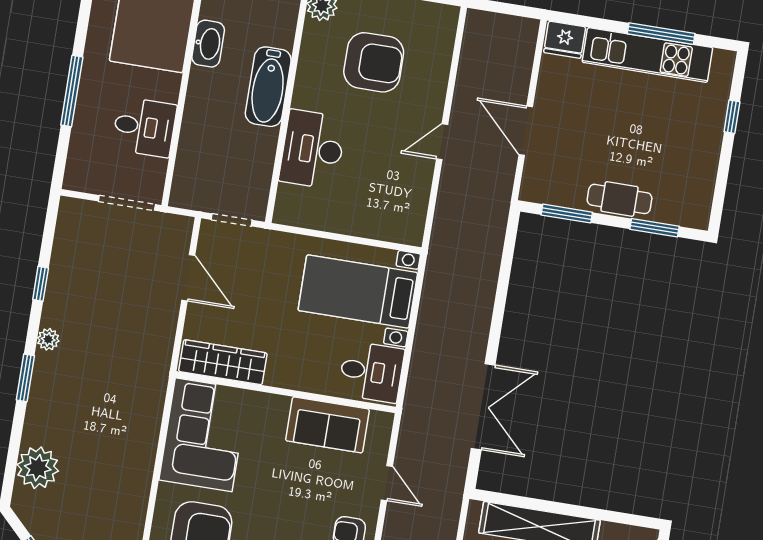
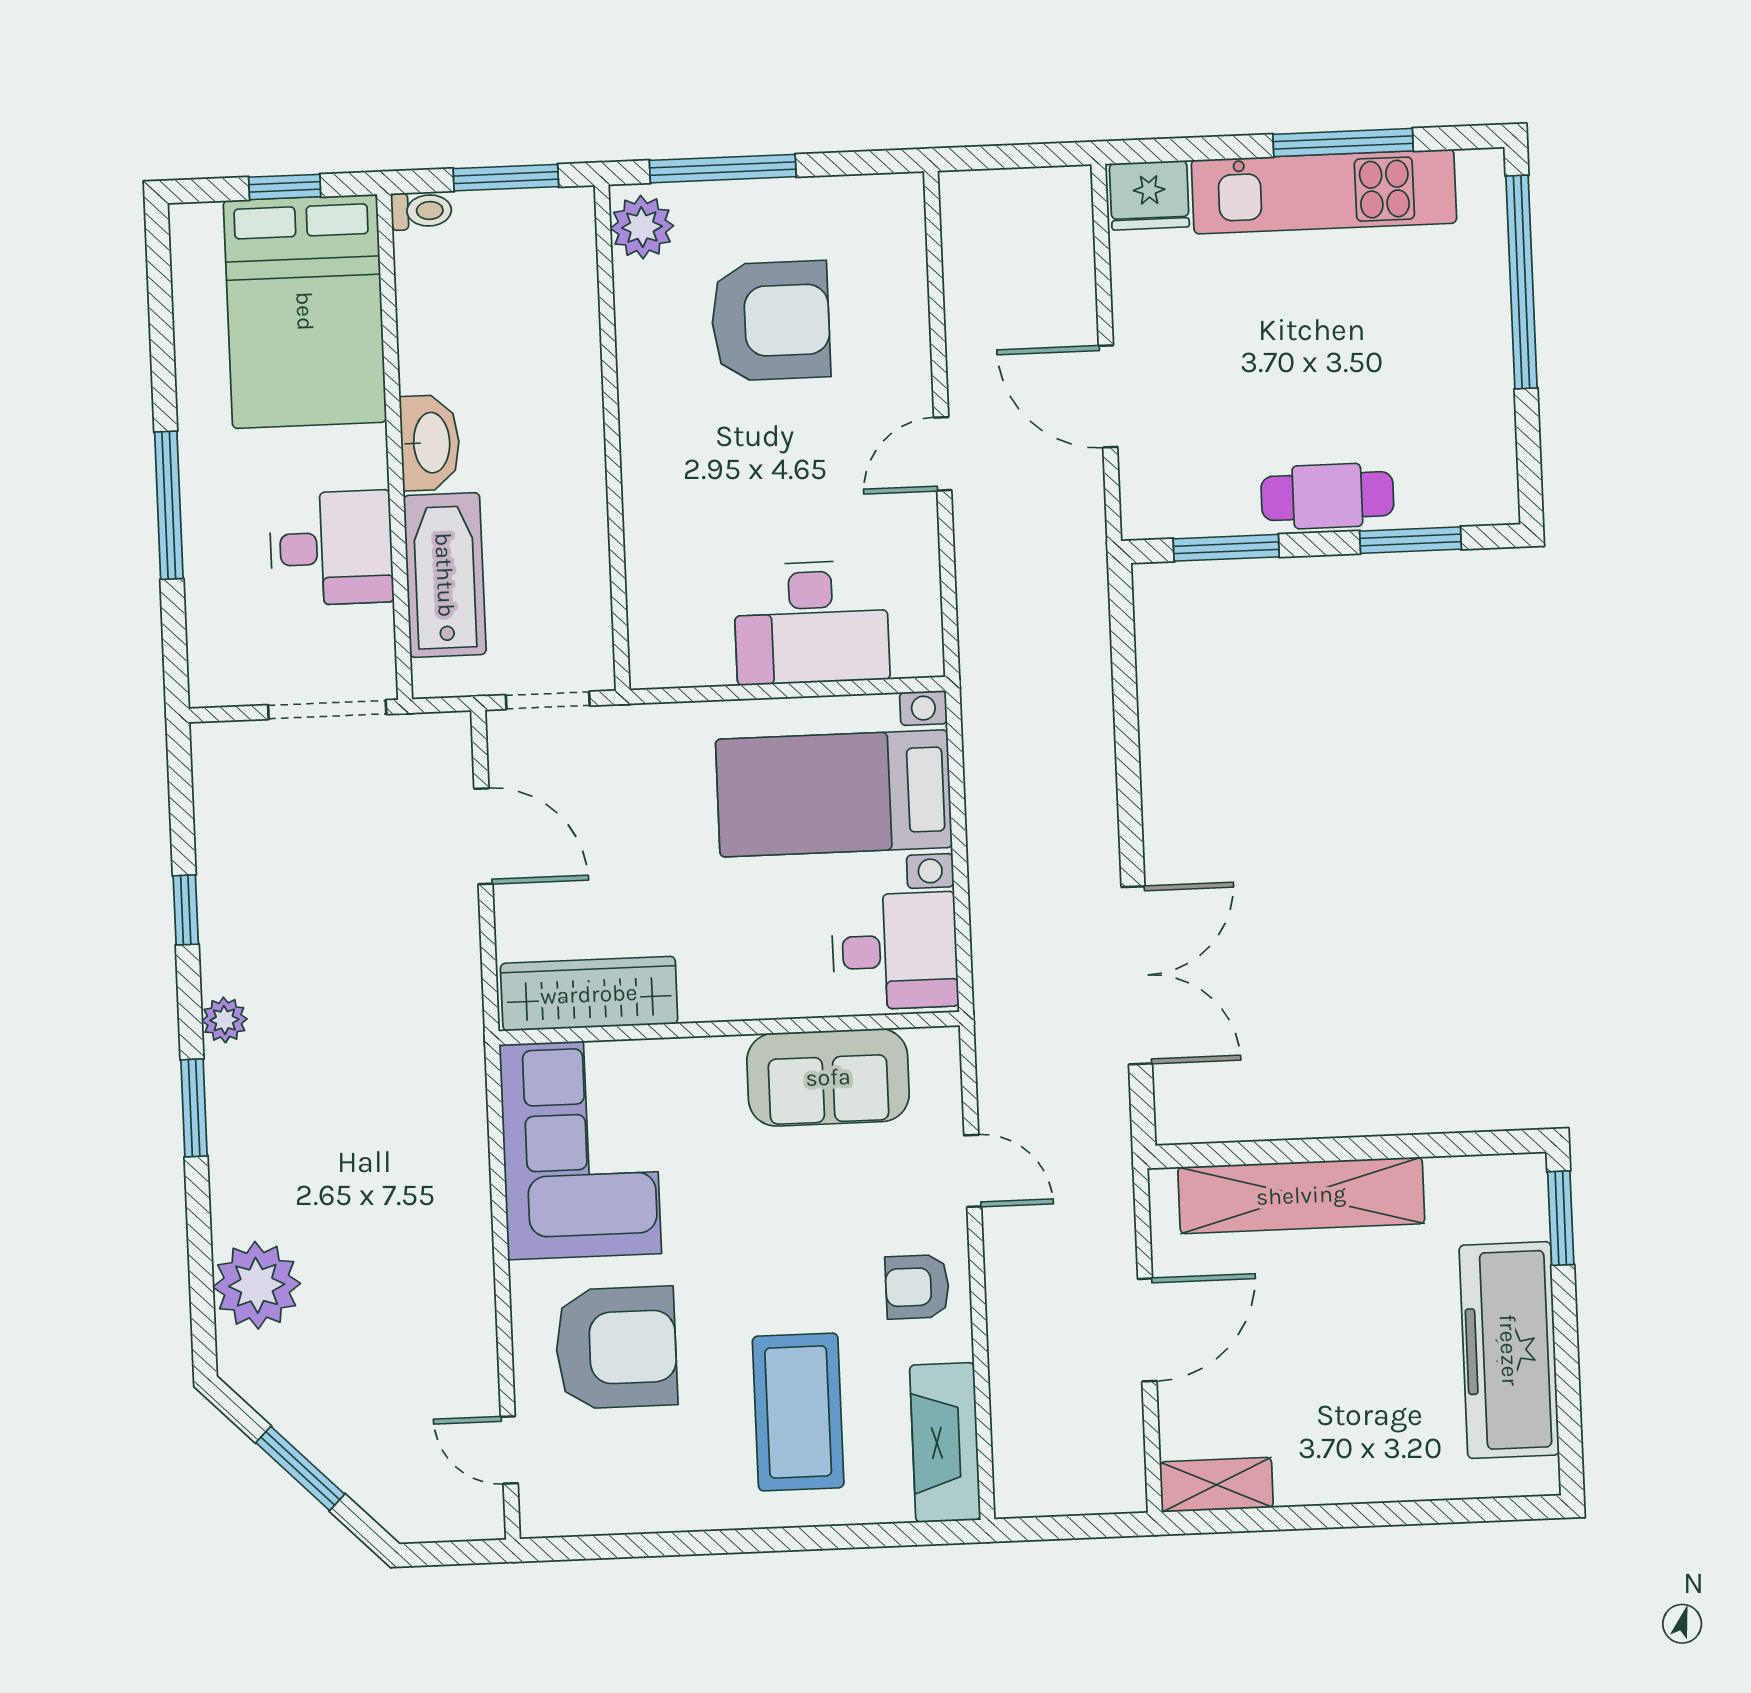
washbasin: (208, 44) -> (430, 443), moved
bathtub: (268, 87) -> (445, 575), moved, turned 180
window: (732, 117) -> (1522, 282), width x3.17
desk: (313, 149) -> (812, 623), moved, turned -90

